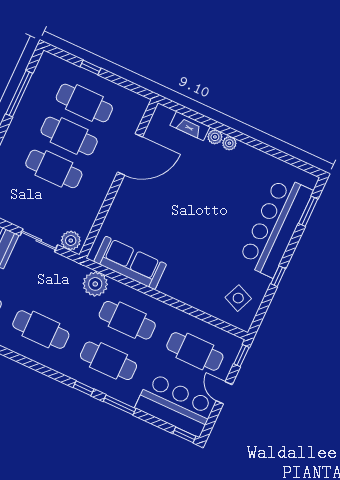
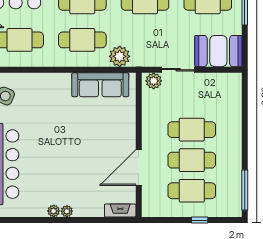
window: (19, 94) -> (245, 190), moved
fireplace: (190, 126) -> (120, 210), moved
plant: (215, 137) -> (54, 211), moved

